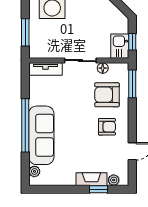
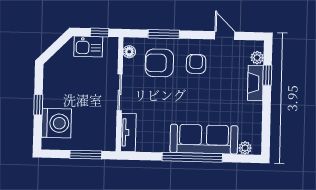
kitchen sink: (120, 46) -> (88, 47), moved
floor lamp: (103, 68) -> (129, 52), moved
window: (132, 84) -> (164, 34), moved
armchair: (107, 95) -> (159, 63), turned 90

